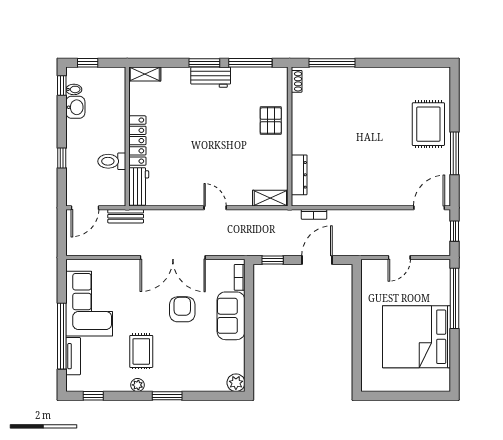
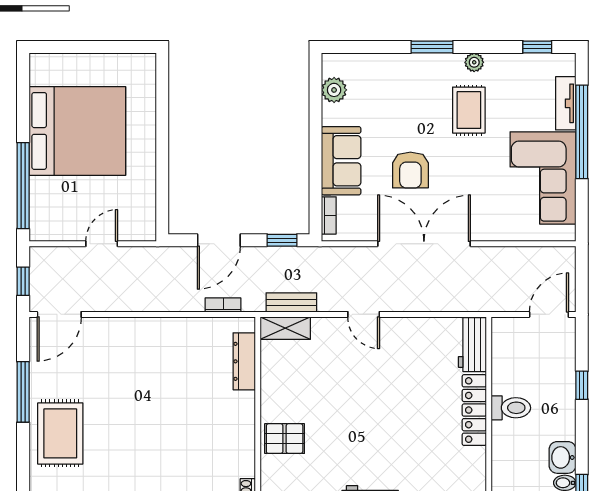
pallet: (271, 121) -> (285, 439), turned 90
toilet: (112, 161) -> (511, 408), moved
bench: (126, 216) -> (291, 302), moved
plant: (236, 383) -> (334, 90), moved

